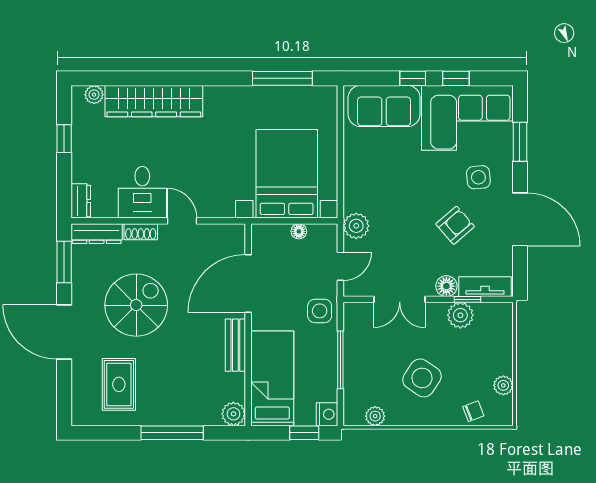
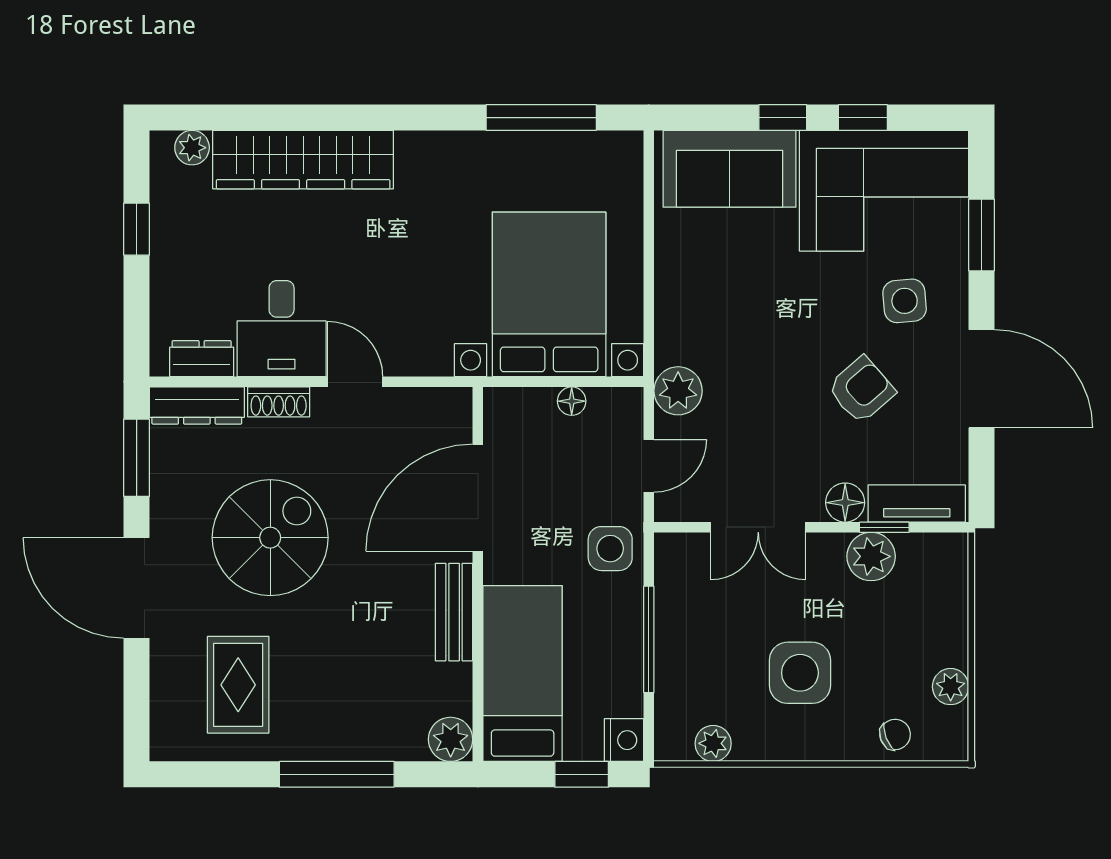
dresser: (81, 201) -> (202, 359), moved, turned -90
side table: (422, 378) -> (800, 673), turned -34

